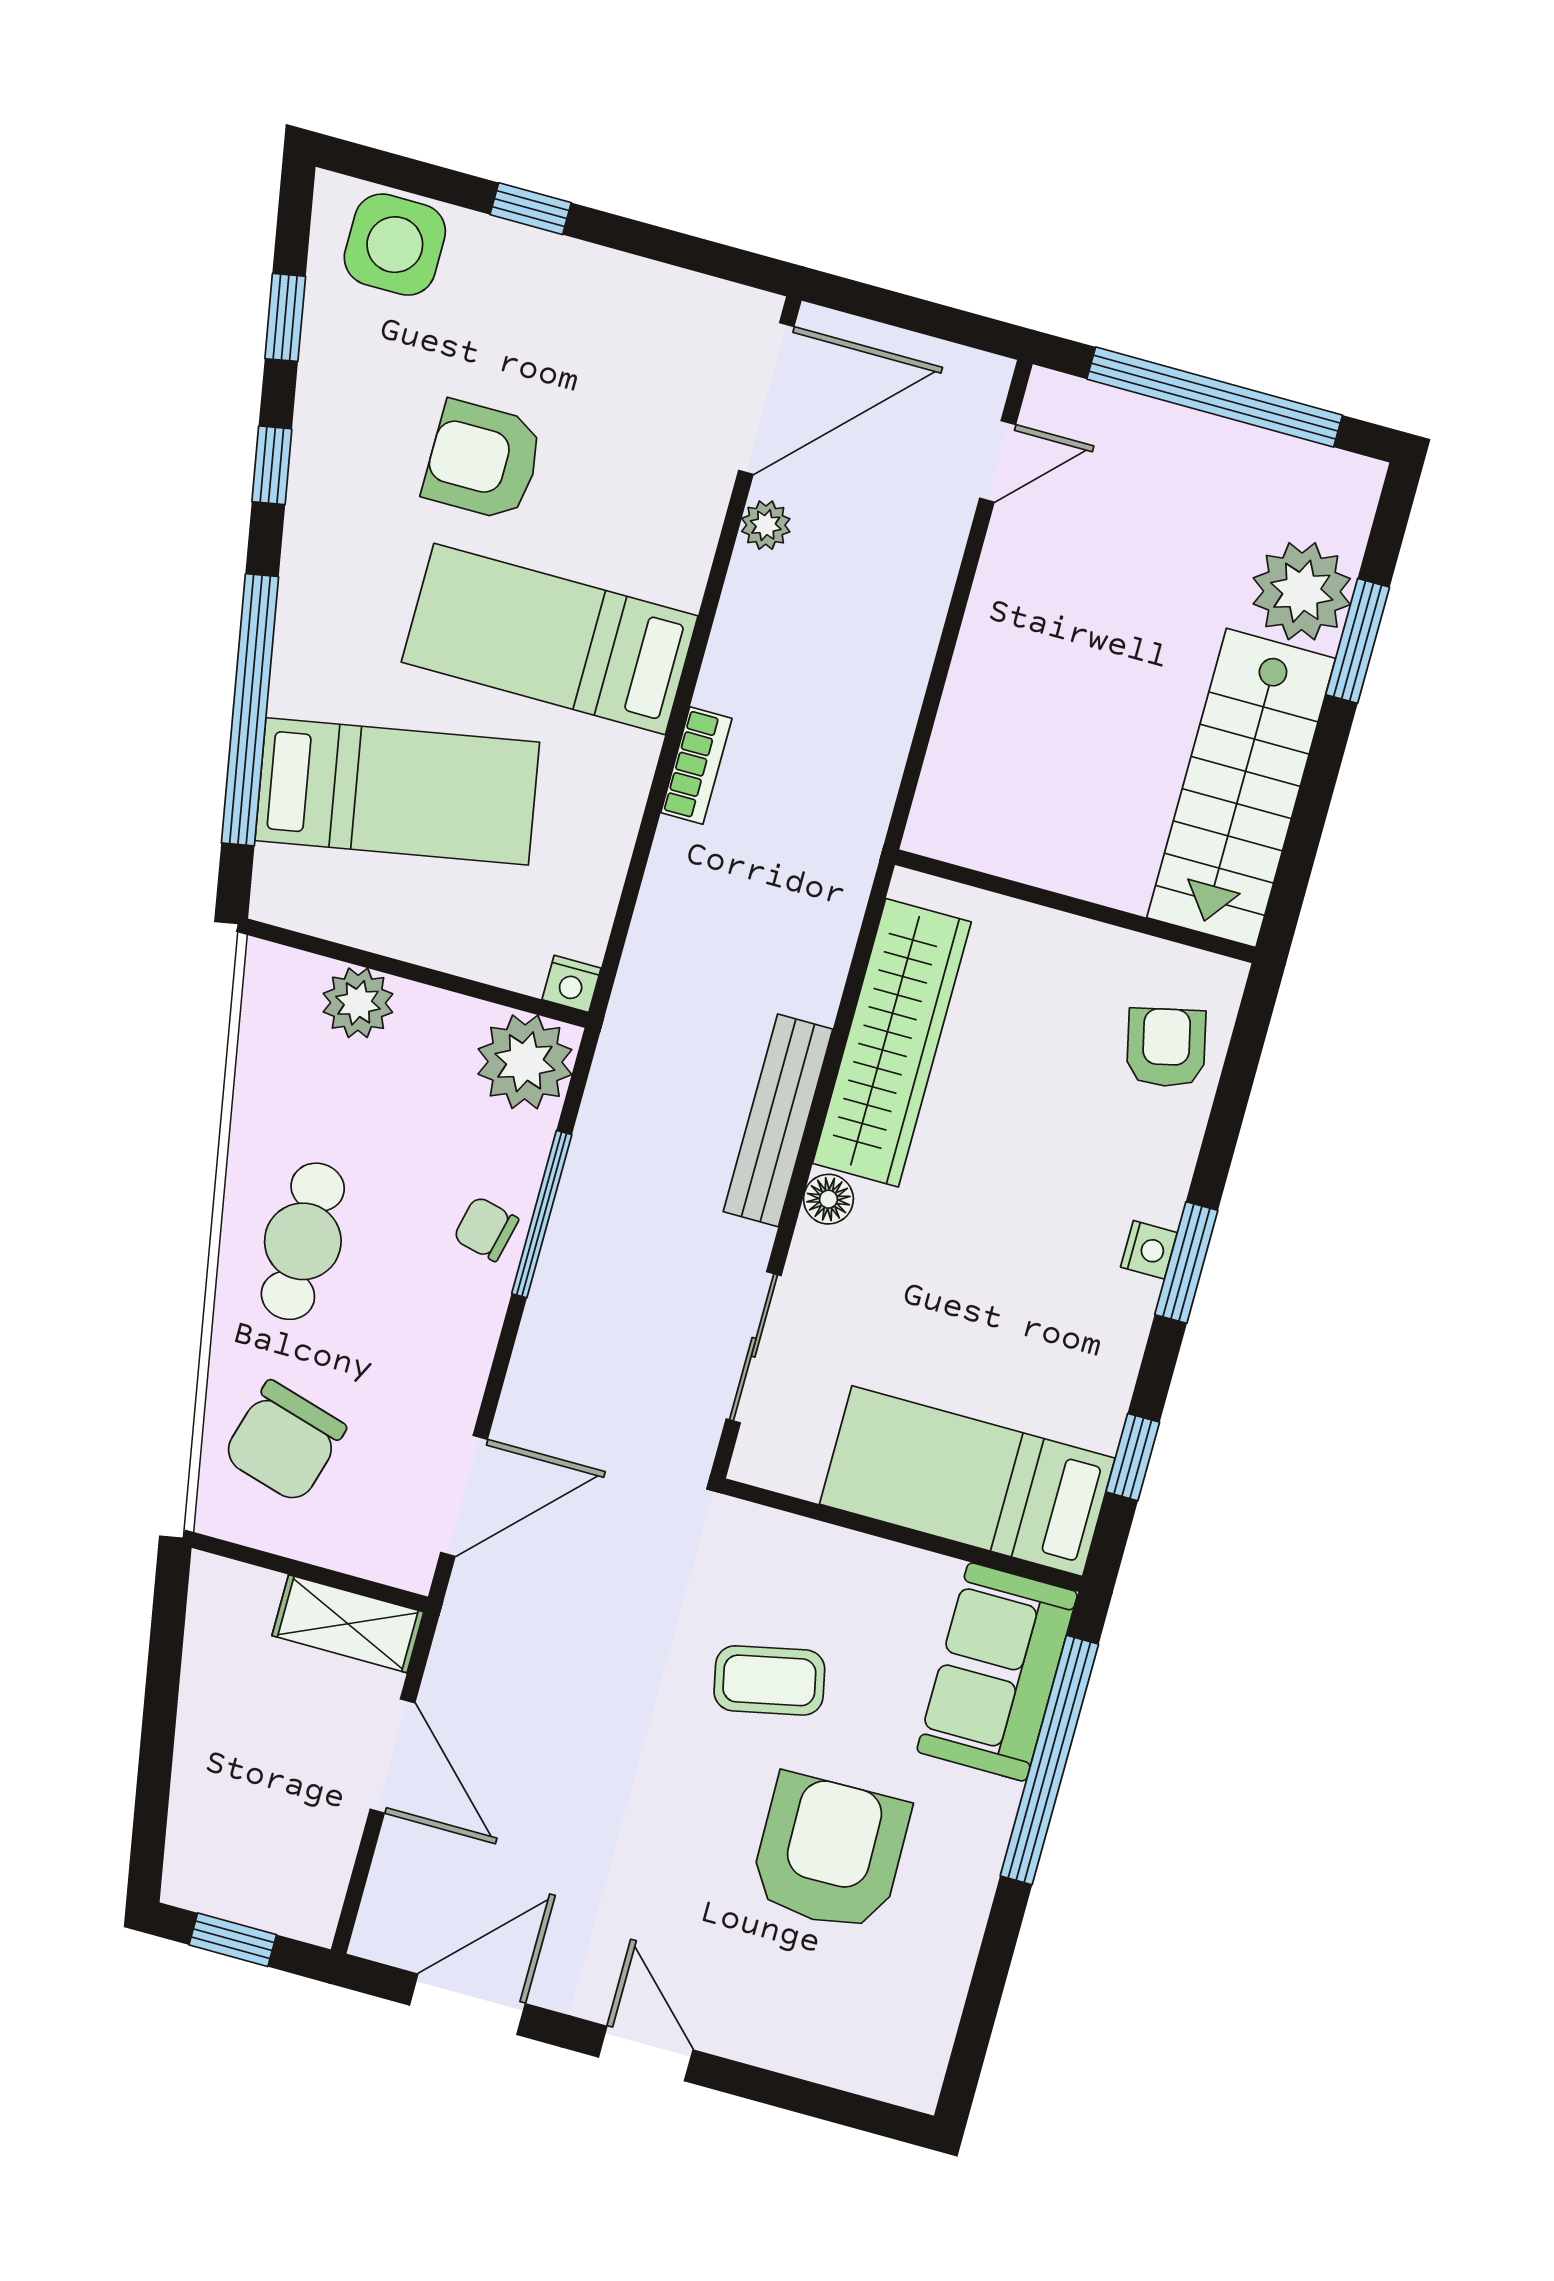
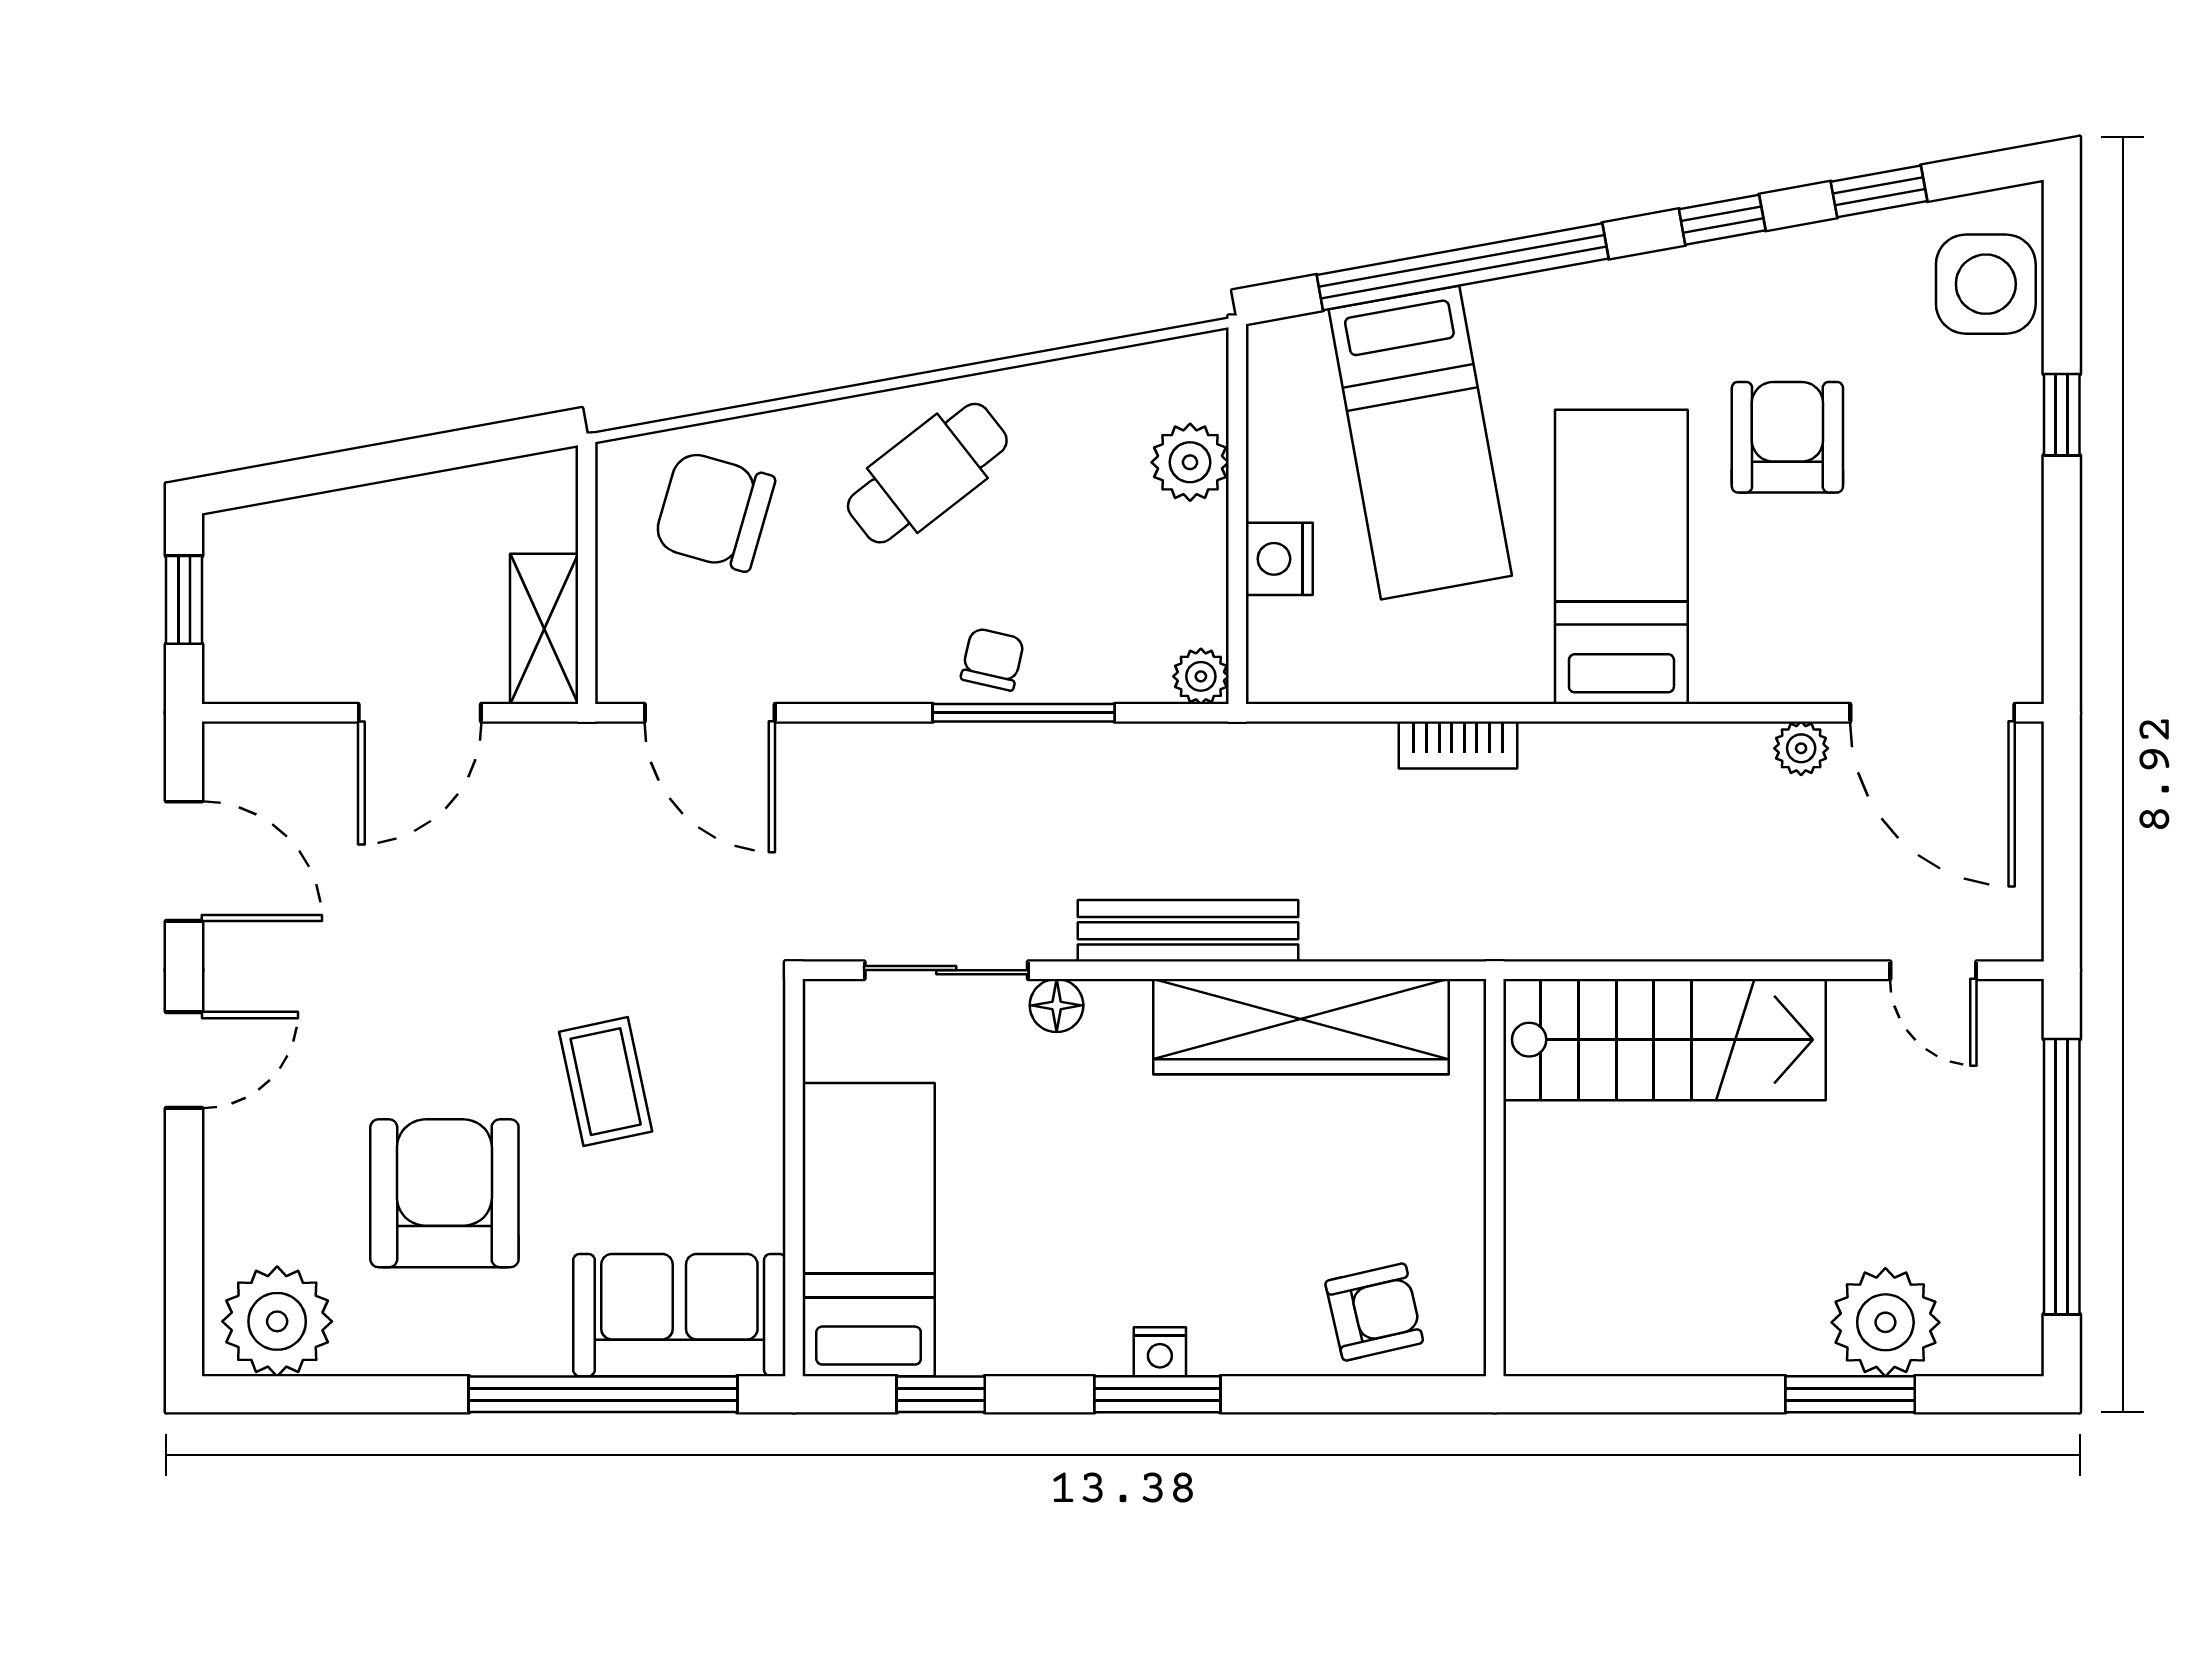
bookcase: (696, 766) -> (1458, 745), moved
stairs: (1241, 788) -> (1664, 1040), moved, turned 180
nightstand: (572, 984) -> (1279, 559), moved, width x1.39, depth x1.35
plant: (525, 1062) -> (1201, 676), width x0.53, depth x0.53
floor lamp: (828, 1199) -> (1057, 1005), moved
cafe table: (303, 1241) -> (927, 473), turned -38
armchair: (830, 1853) -> (444, 1193), turned -89
plant: (903, 2035) -> (277, 1321), added

